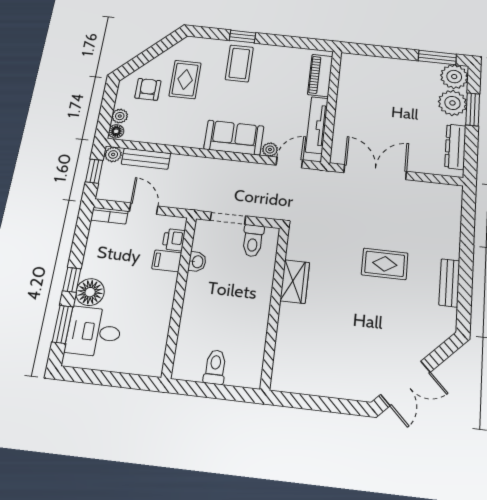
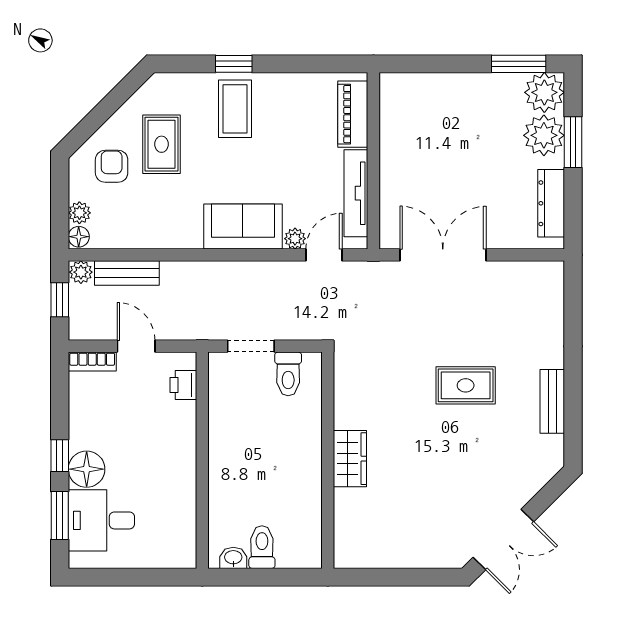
filing cabinet: (167, 261) -> (179, 415), removed
washbasin: (197, 262) -> (233, 558), moved, turned -90
wardrobe: (295, 281) -> (350, 459), moved

